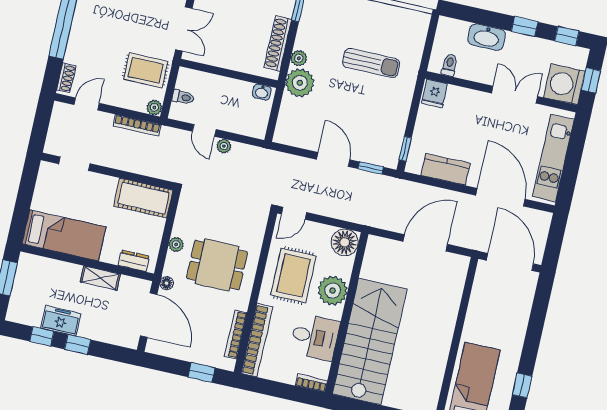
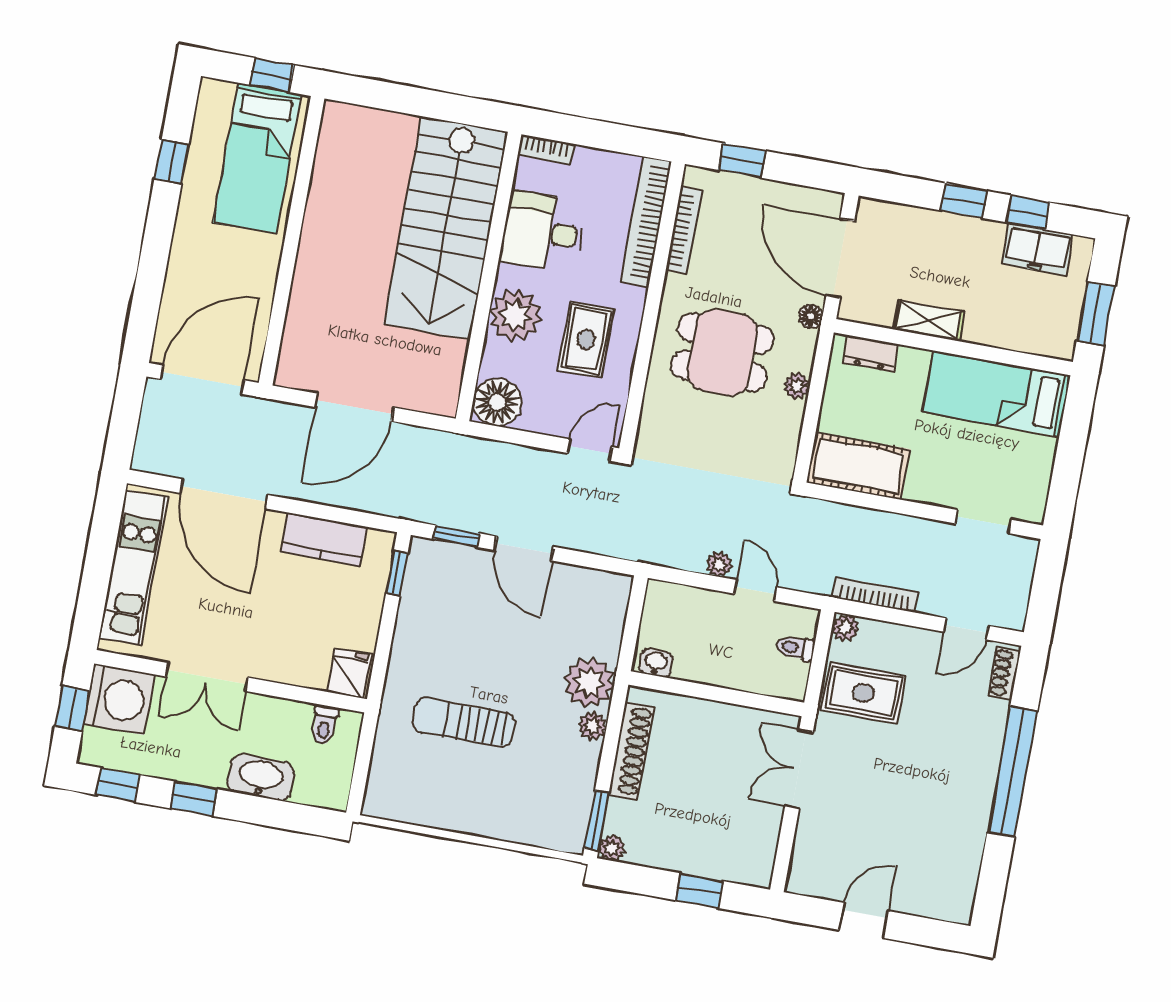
door: (510, 262) -> (202, 380), swing flipped
rug: (293, 275) -> (586, 340), width x0.73, depth x0.70
freezer: (61, 321) -> (1037, 249), moved

